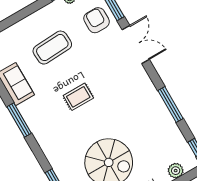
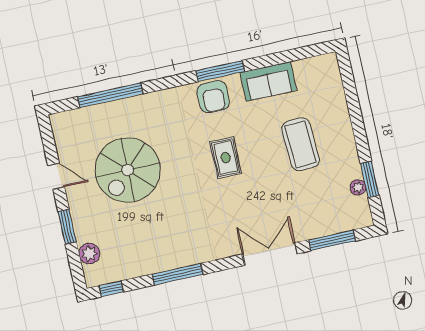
armchair: (97, 20) -> (213, 97), moved, turned 90
double door: (136, 45) -> (270, 254), swing flipped

